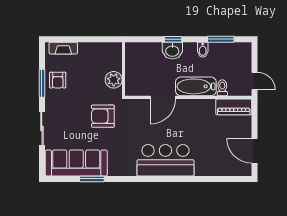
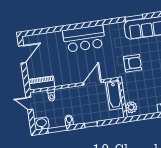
washbasin: (172, 51) -> (42, 124), moved
plant: (114, 80) -> (131, 107), moved
bathtub: (196, 86) -> (114, 95), moved, turned 90
door: (255, 151) -> (22, 54), hinge flipped

